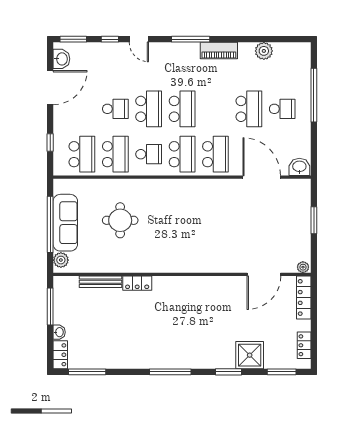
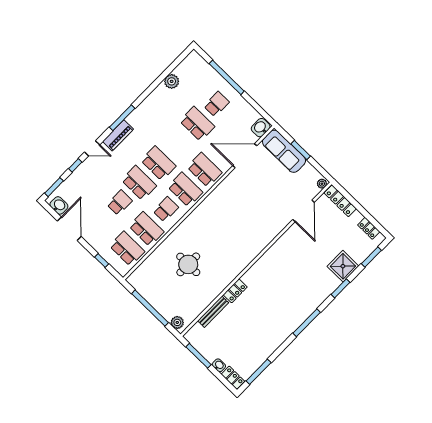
piano: (219, 50) -> (118, 135), moved
sofa: (65, 223) -> (284, 151), moved, turned 180

